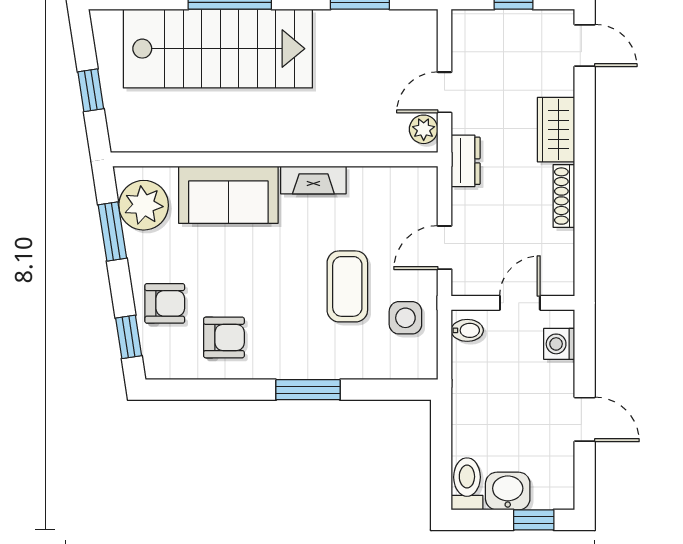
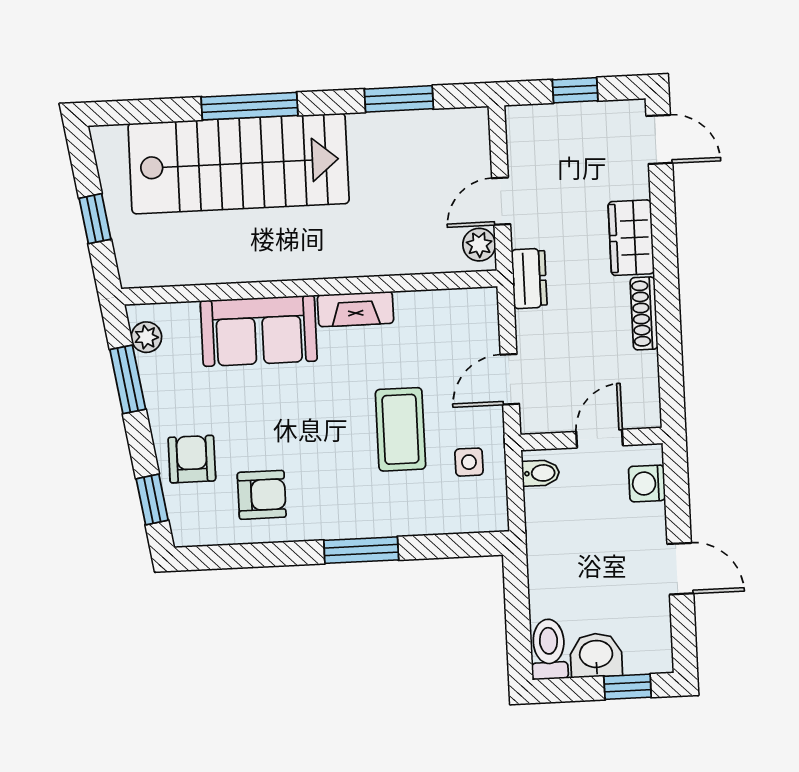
plant: (144, 205) -> (146, 337), width x0.53, depth x0.53
armchair: (165, 303) -> (192, 459), turned -90
side table: (405, 318) -> (469, 462), width x0.73, depth x0.73

